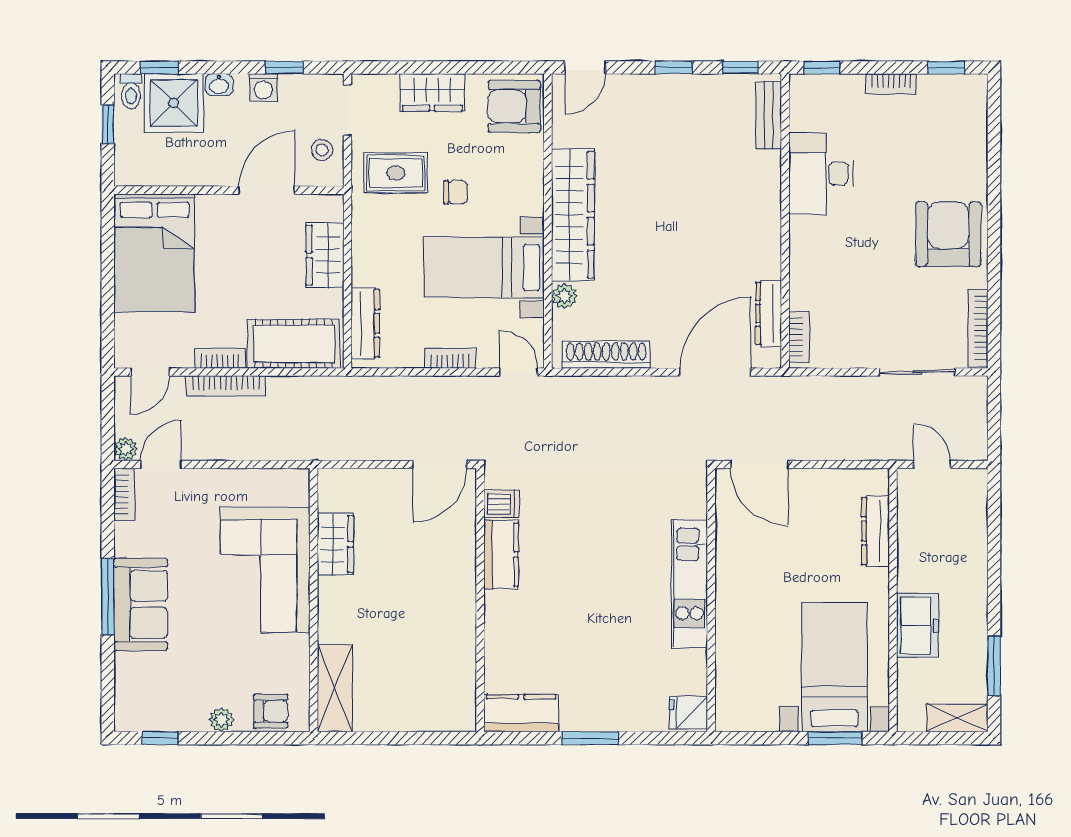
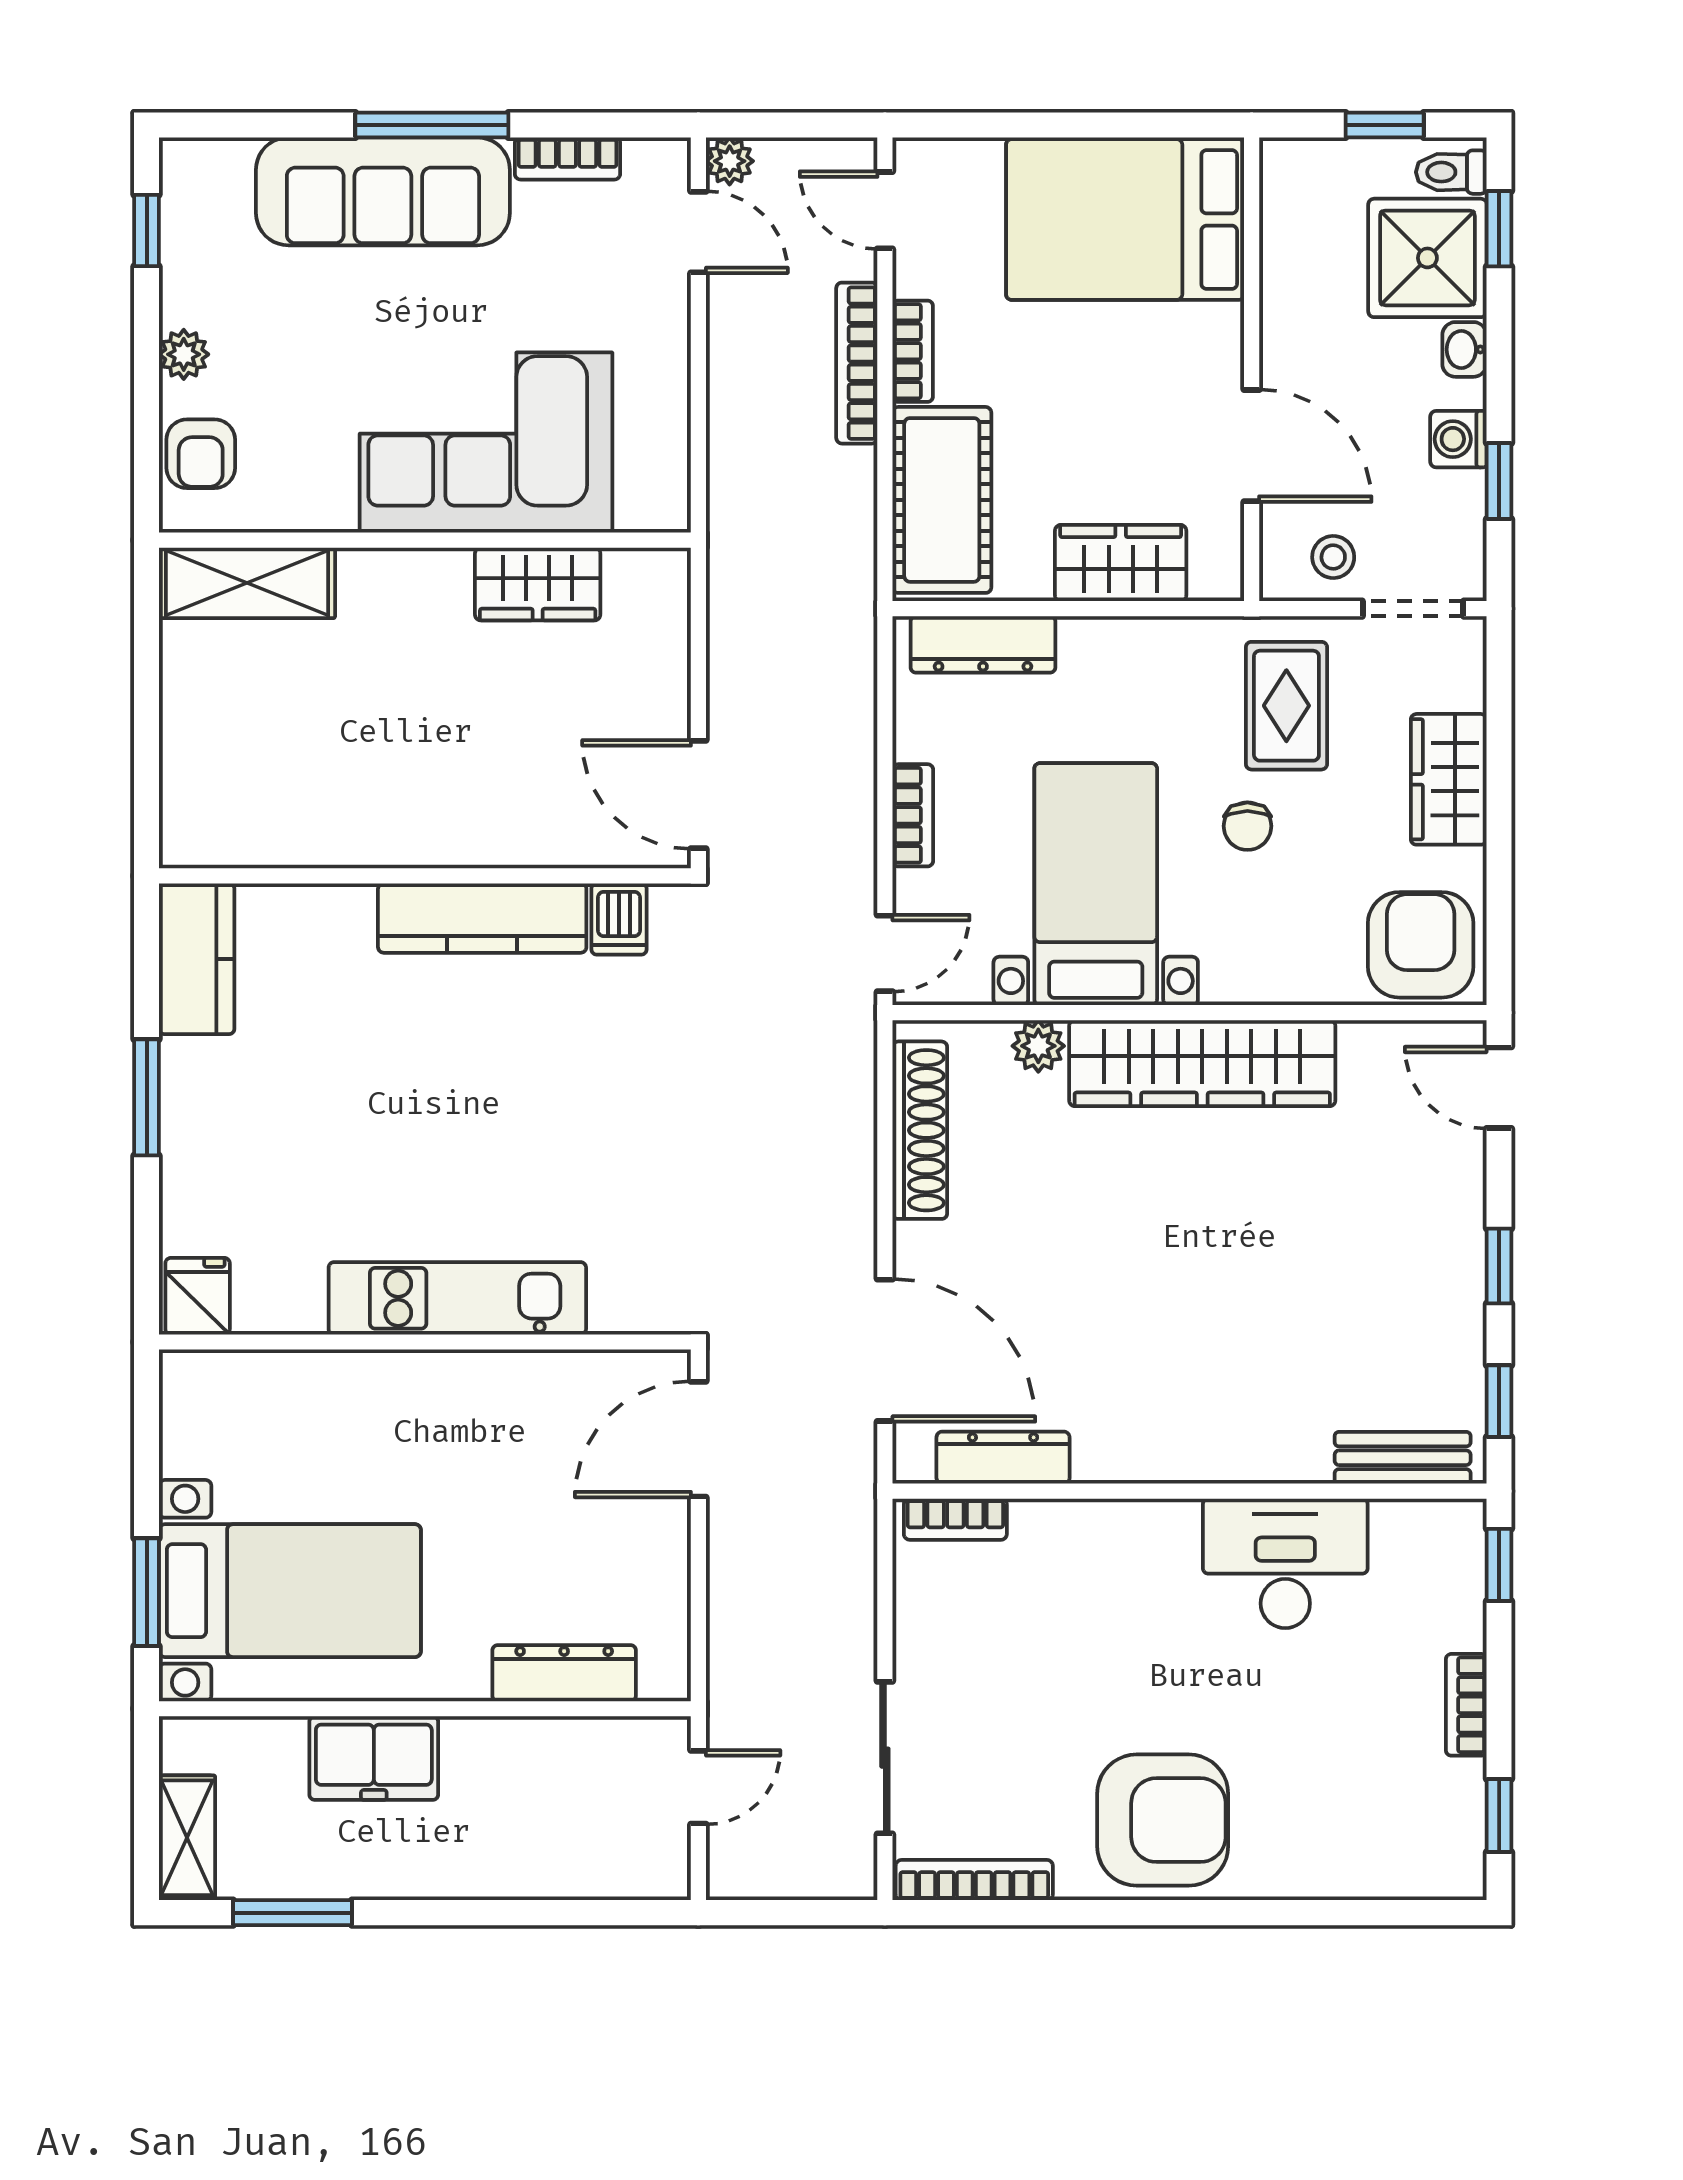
bookcase: (124, 494) -> (567, 158), moved
kitchen counter: (501, 554) -> (482, 918), width x1.50
sofa: (141, 604) -> (383, 191), width x1.36

